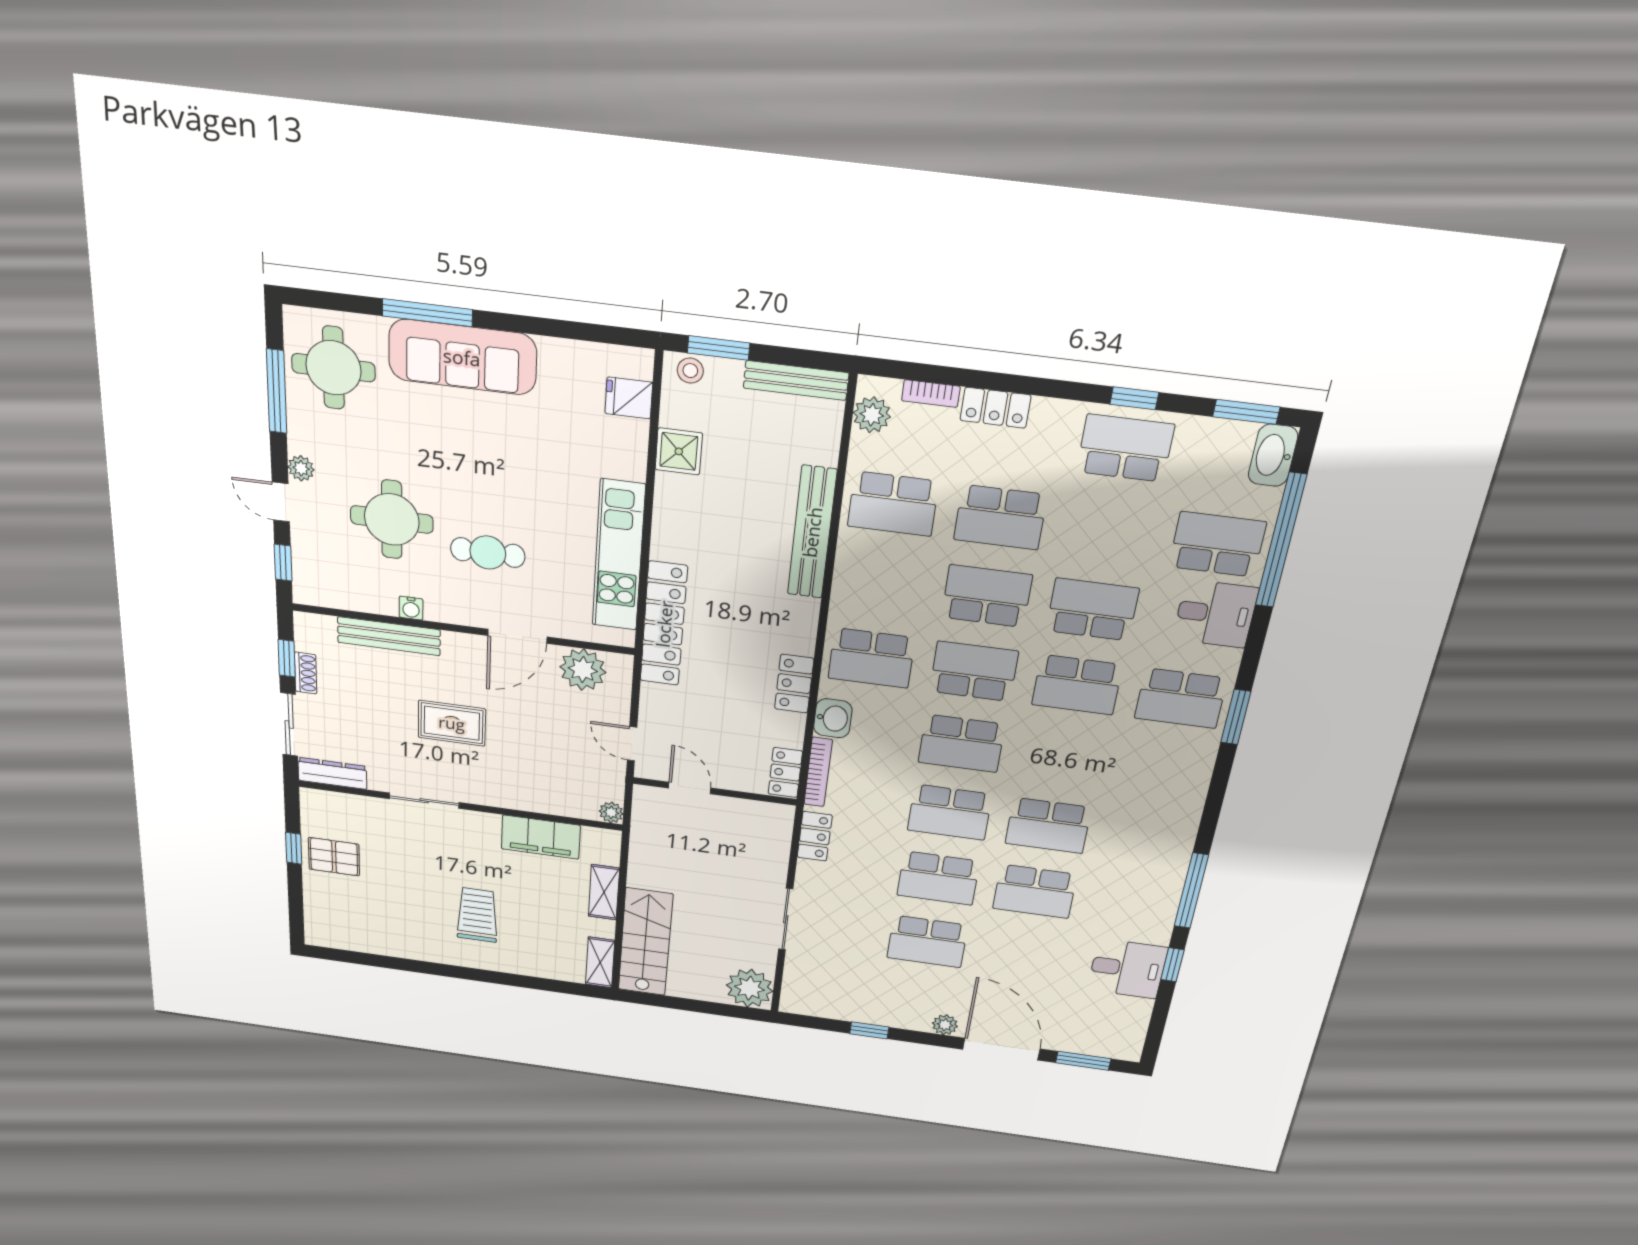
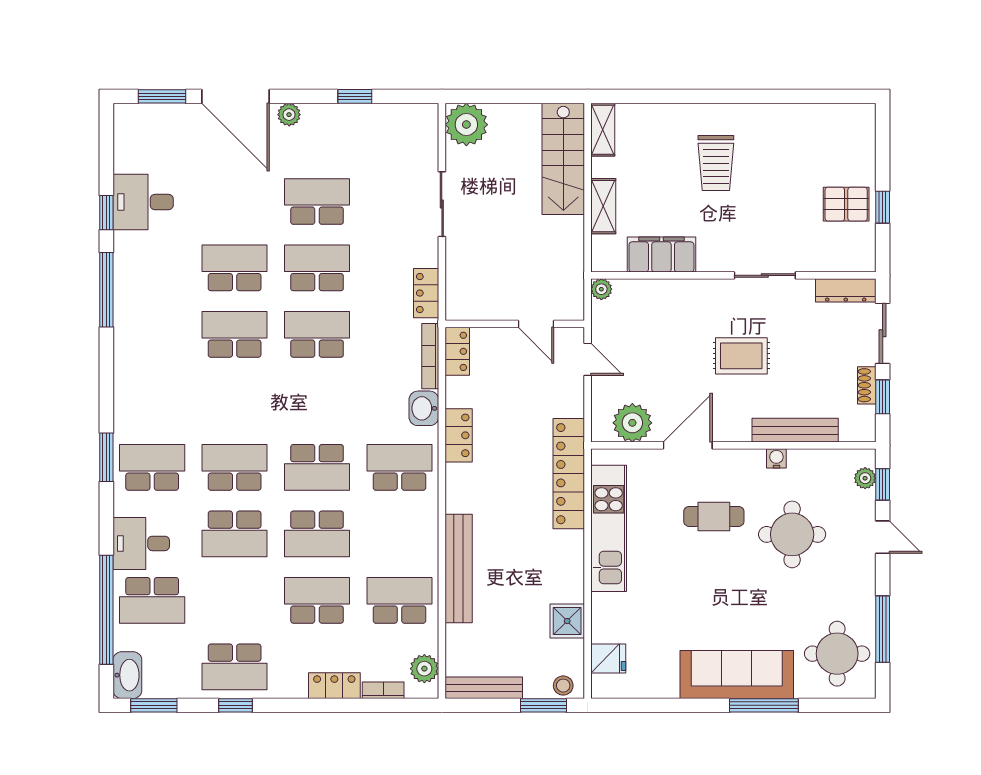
plant: (301, 468) -> (865, 478), moved
school desk: (961, 743) -> (317, 401), removed

